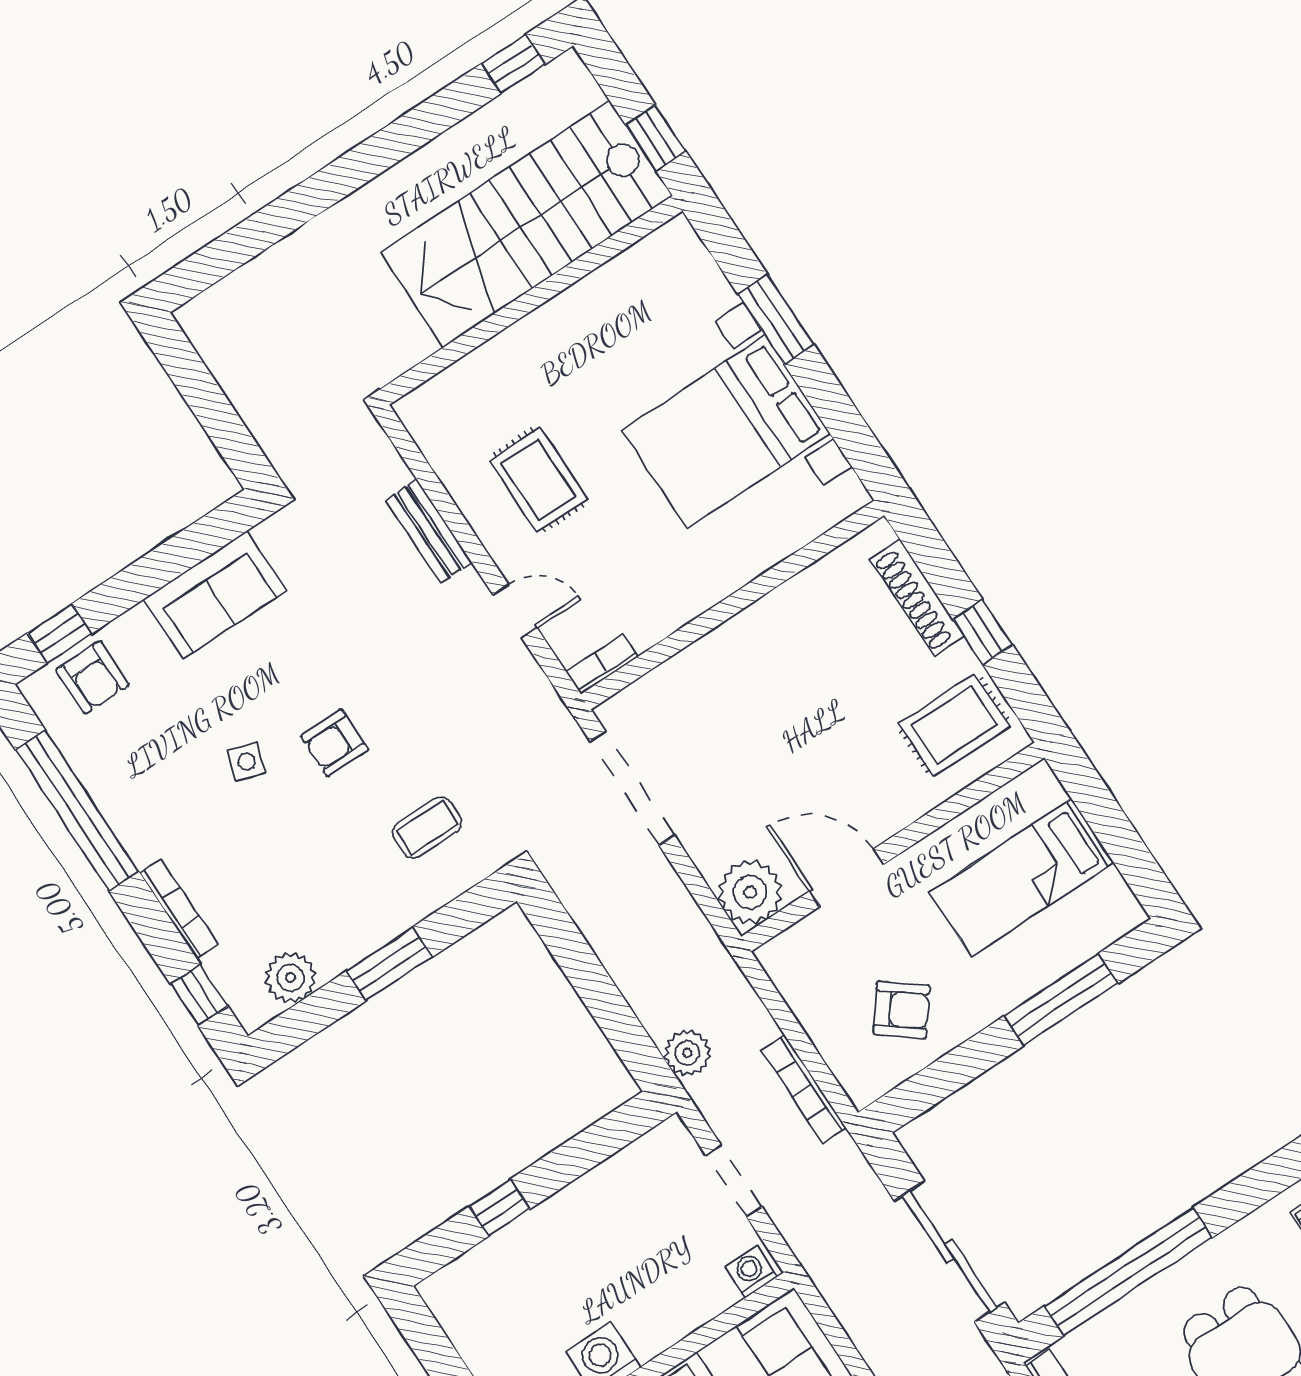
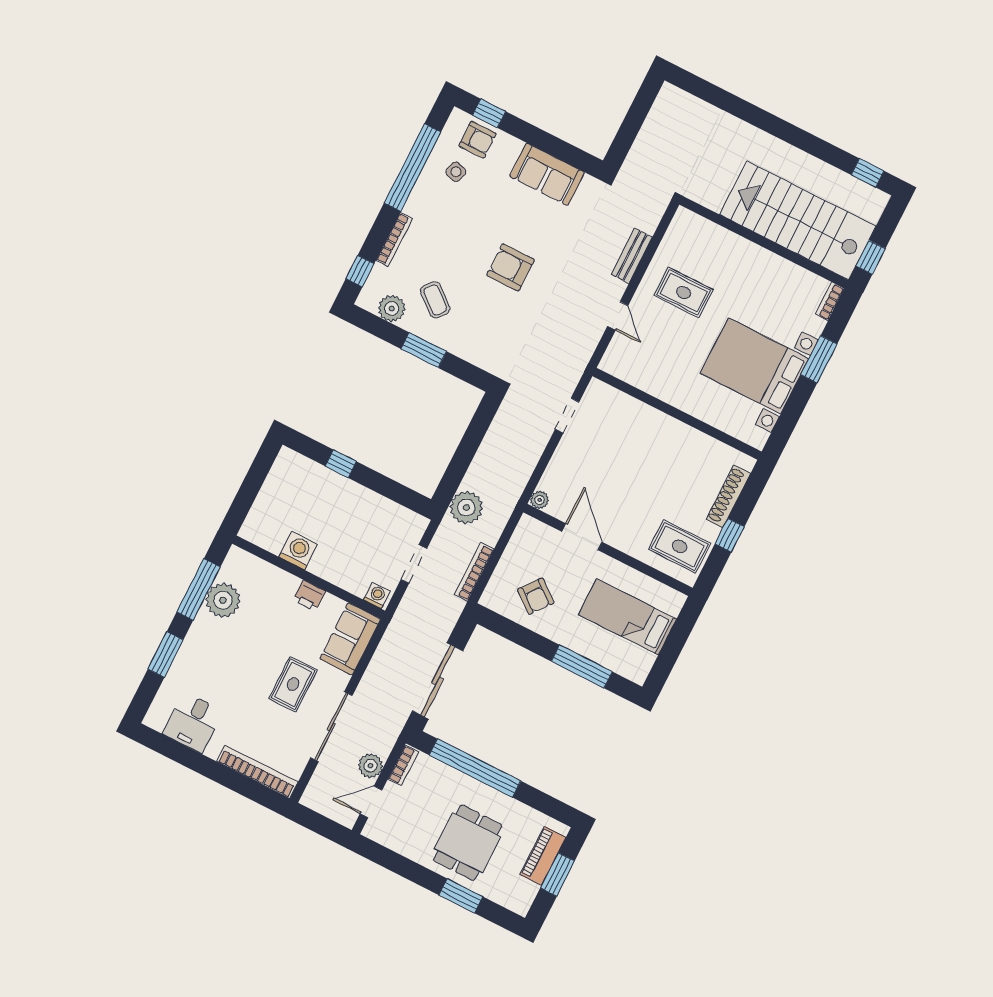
rug: (538, 480) -> (684, 292), turned 90
bookcase: (602, 664) -> (830, 301), moved, turned -90
armchair: (92, 677) -> (477, 140), turned -90
armchair: (334, 743) -> (510, 268), width x1.38, depth x1.38
side table: (247, 762) -> (456, 172), moved
doorway: (632, 788) -> (567, 416), width x0.53
coffee table: (427, 827) -> (435, 300), moved, turned 40
plant: (750, 892) -> (540, 500), width x0.53, depth x0.53
plant: (687, 1053) -> (466, 507), width x1.36, depth x1.36

